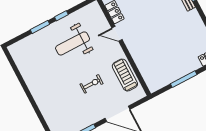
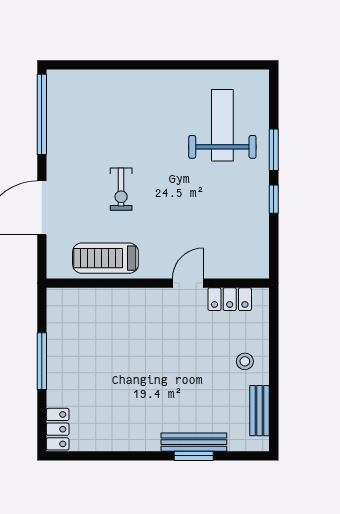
weight bench: (73, 43) -> (222, 125), moved
treadmill: (125, 75) -> (105, 258), turned 180

